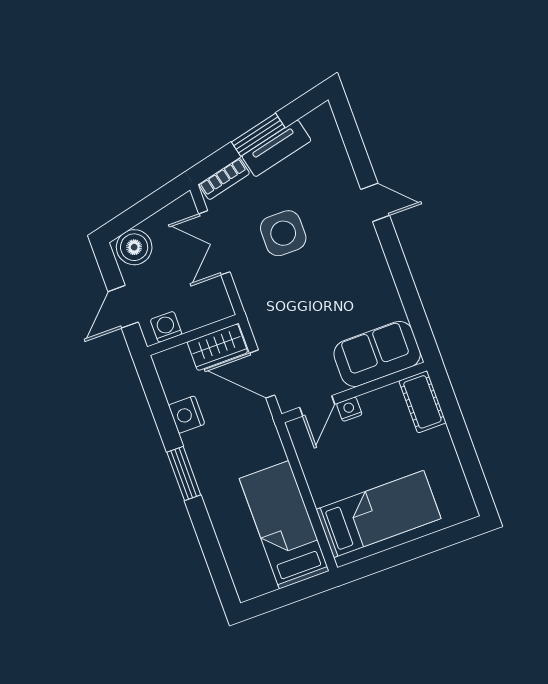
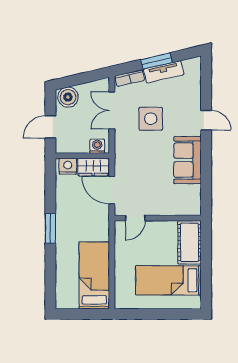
washing machine: (166, 327) -> (97, 146), moved
sofa: (377, 354) -> (188, 160), moved, turned -90
cot: (422, 402) -> (190, 242), width x1.37, depth x1.34
nightstand: (349, 409) -> (152, 226), removed
nightstand: (187, 415) -> (68, 166), moved, turned 90
bed: (379, 514) -> (169, 280), moved, turned 180

